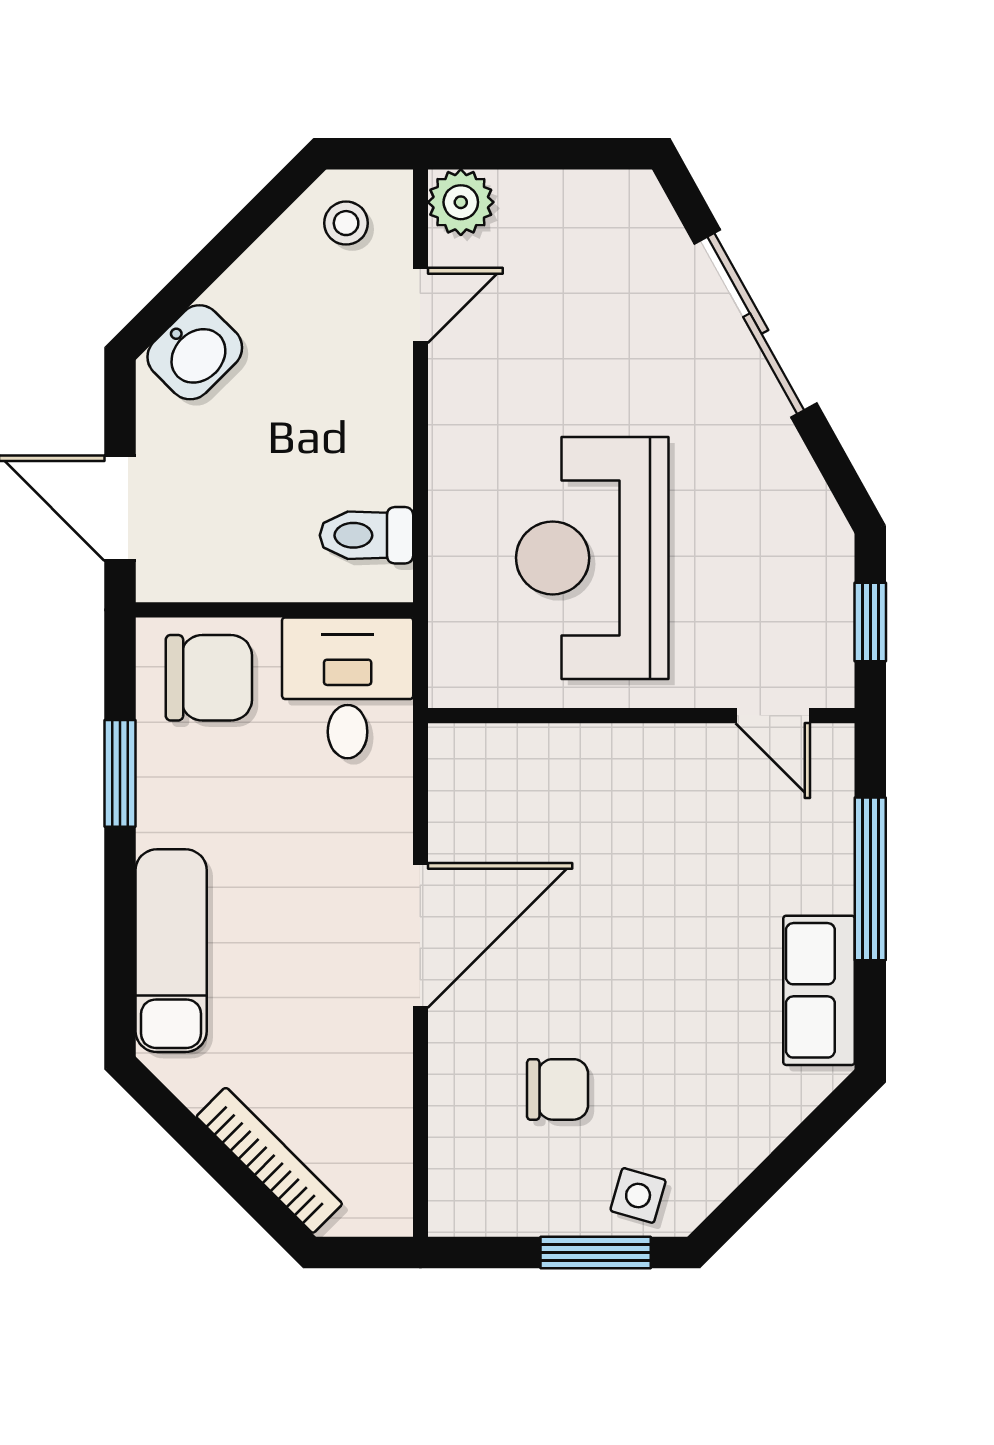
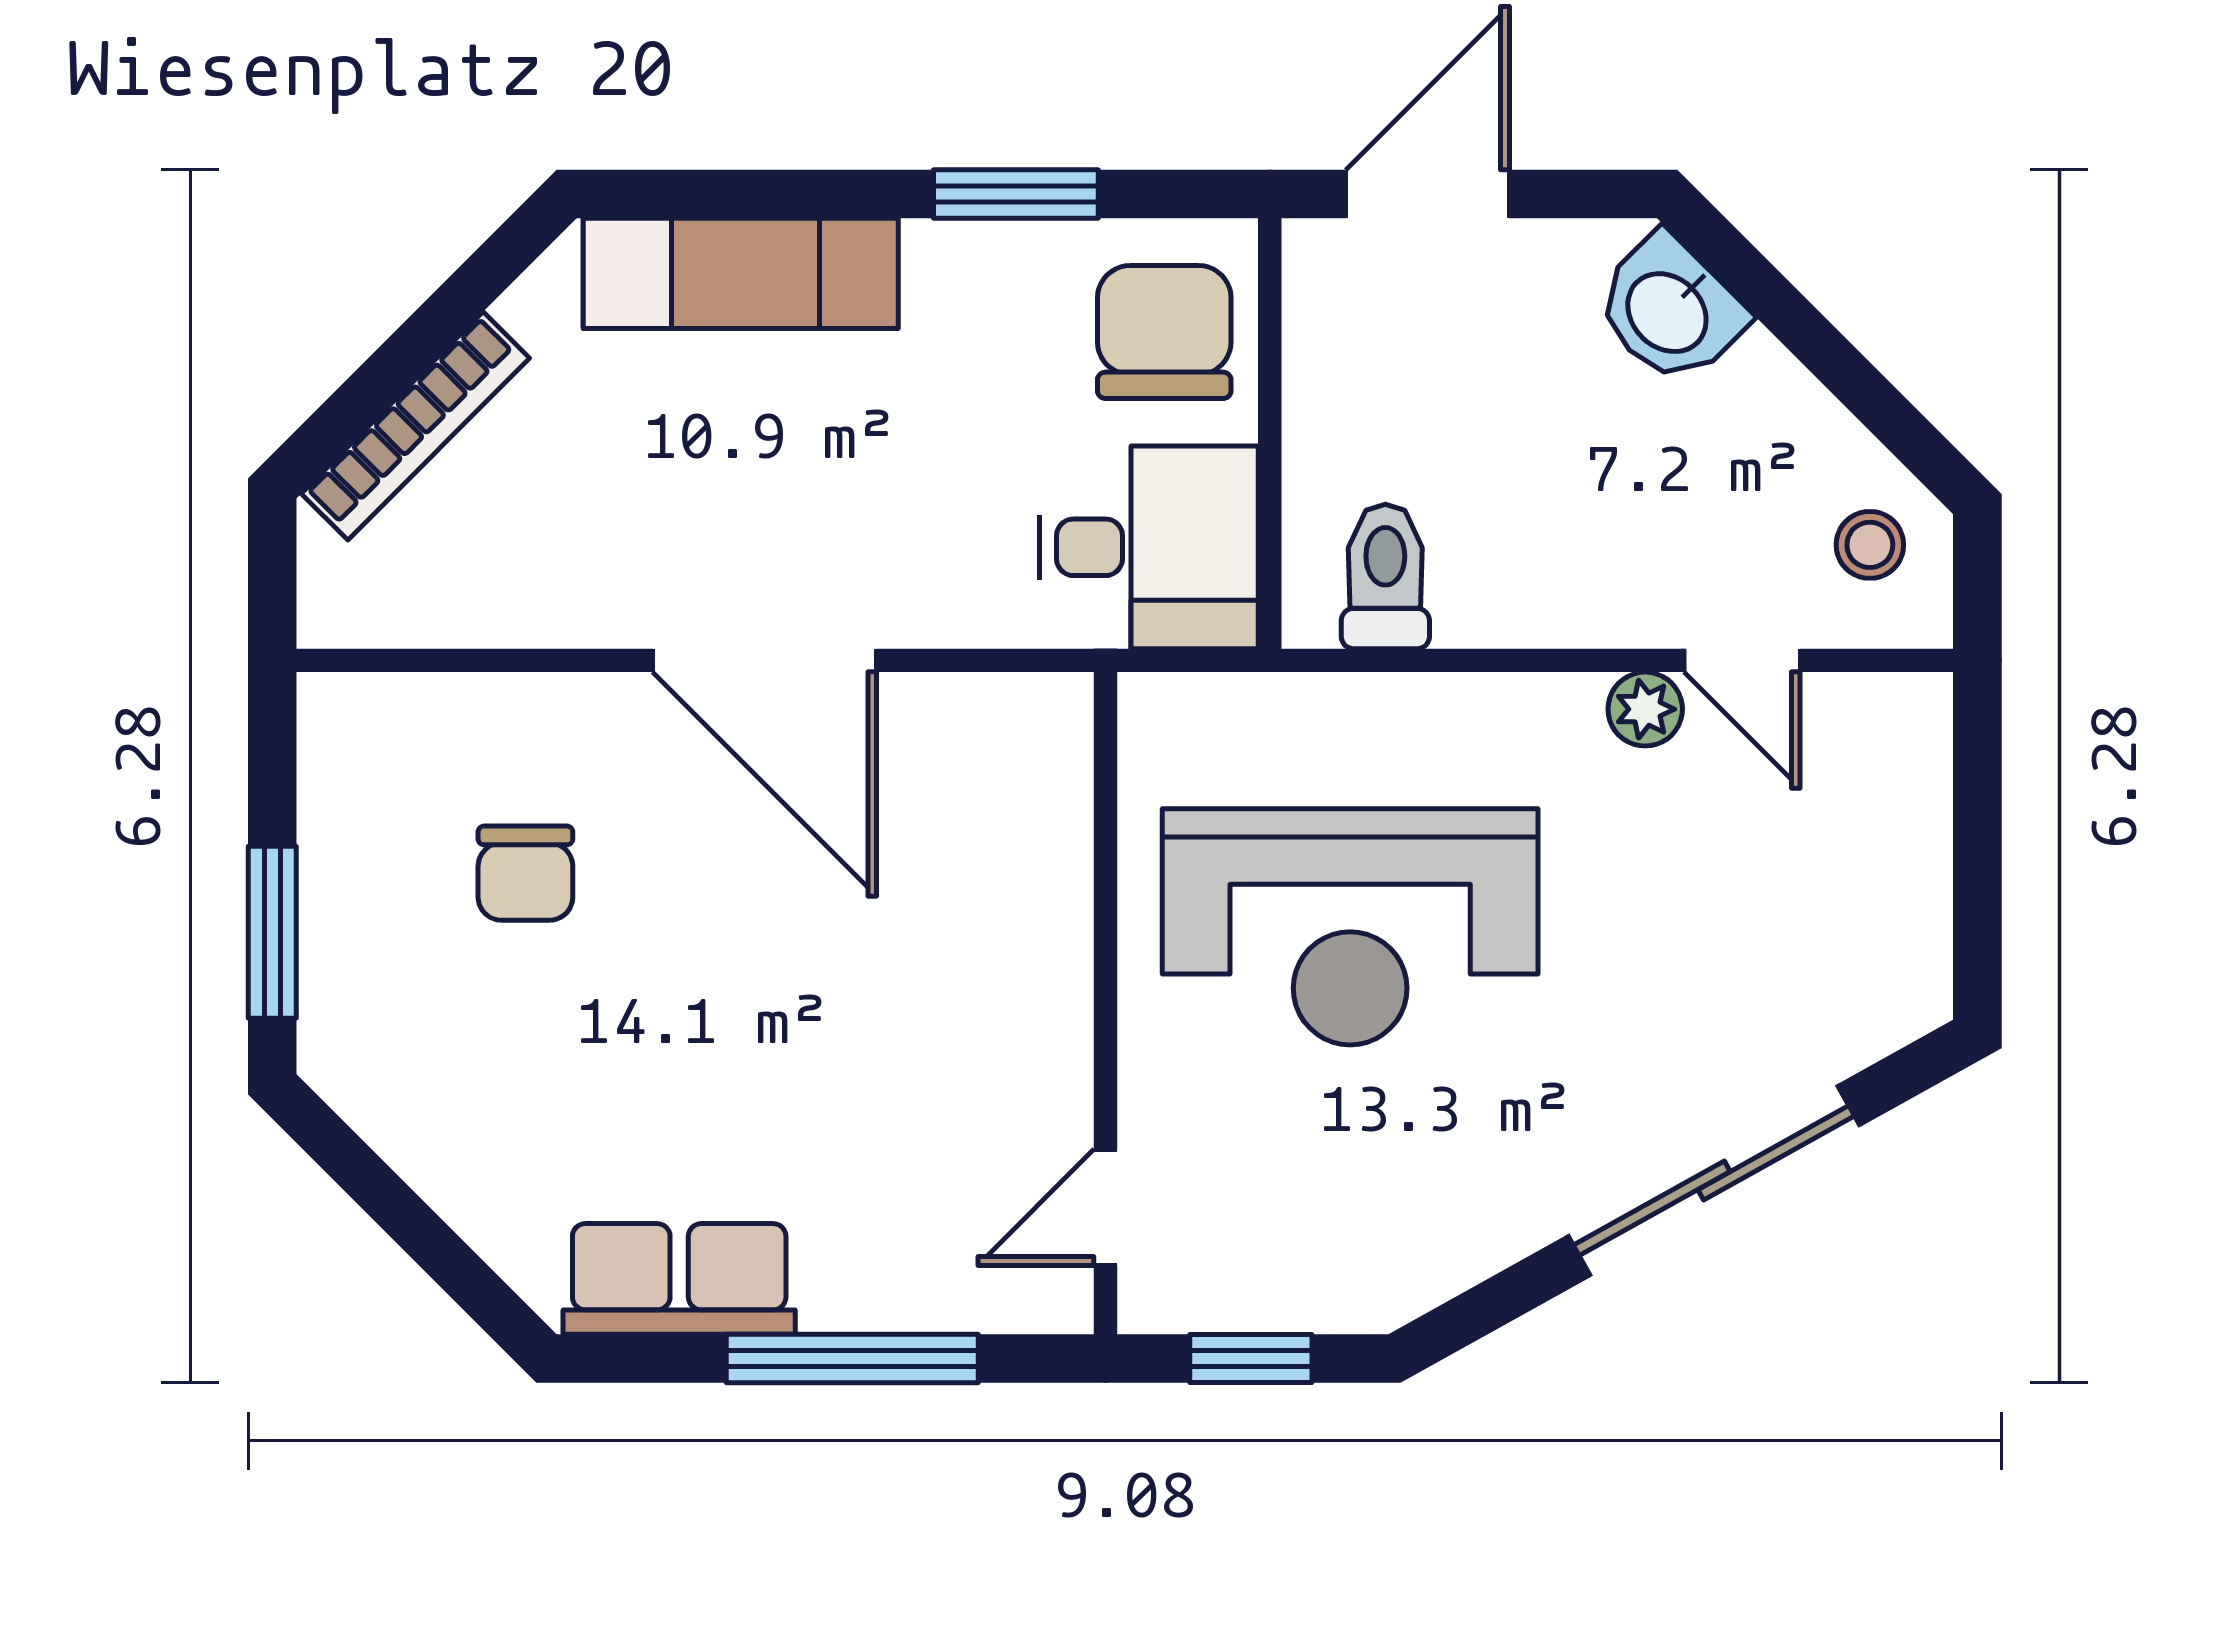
plant: (461, 202) -> (1645, 709), moved, width x0.73, depth x0.73
reception desk: (592, 558) -> (1350, 927), turned 180
chair: (209, 678) -> (1164, 332), turned 180
side table: (638, 1195) -> (361, 998), removed

